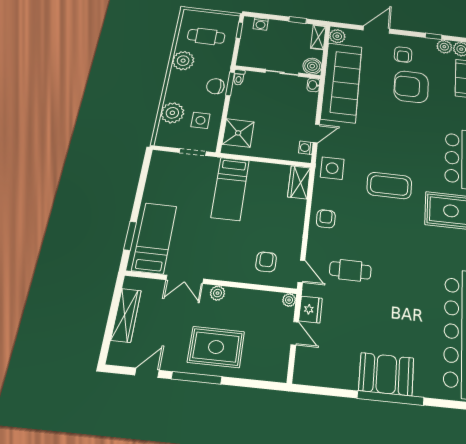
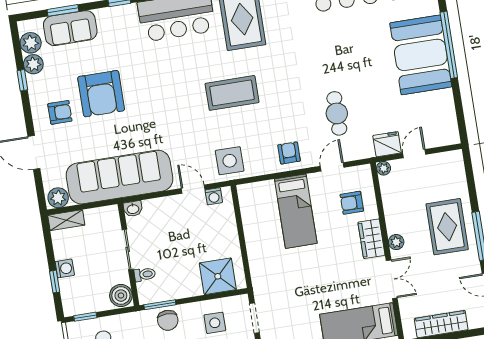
window: (298, 20) -> (55, 282), moved
washing machine: (261, 24) -> (65, 268), moved
boiler: (312, 66) -> (121, 296), moved
toilet: (239, 77) -> (145, 274), moved
wardrobe: (299, 182) -> (372, 239), moved, turned 90
coffee table: (389, 185) -> (232, 93), turned 90
bed: (230, 189) -> (296, 211), moved, turned 90
armchair: (326, 219) -> (289, 153), turned 90
door: (301, 271) -> (332, 167), moved
booth: (386, 374) -> (421, 55), width x1.36, depth x1.42

